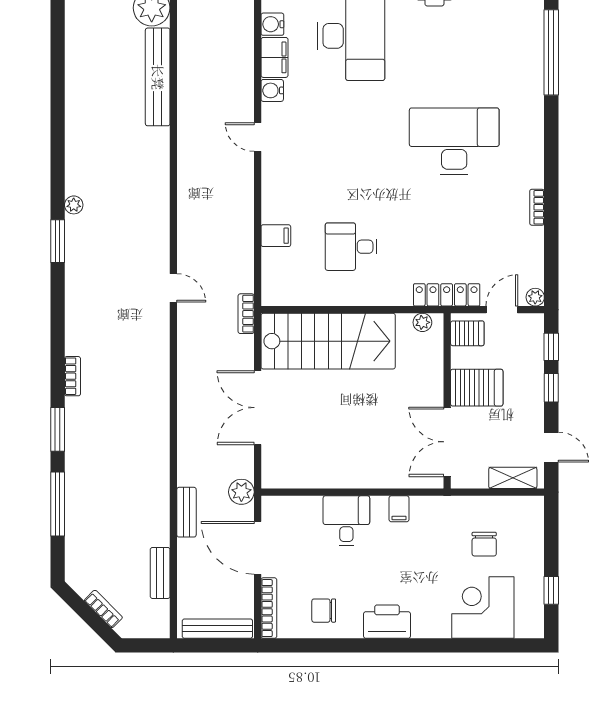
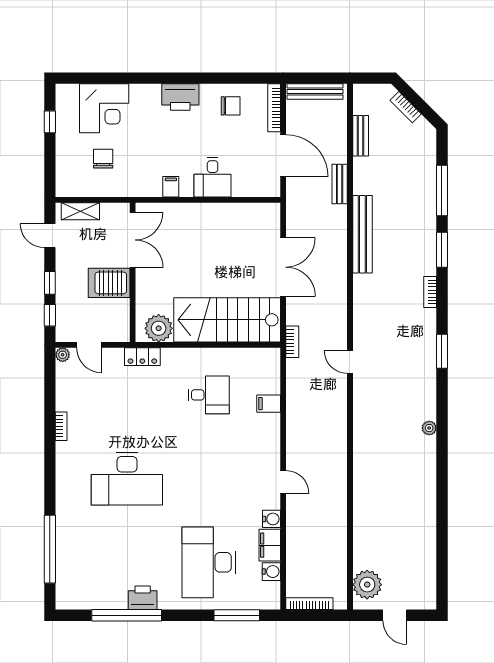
bench: (158, 77) -> (362, 234), moved
window: (58, 241) -> (442, 351), moved
locker: (447, 295) -> (142, 357), width x0.66
door: (502, 310) -> (89, 345), hinge flipped
plant: (422, 322) -> (159, 328), width x1.87, depth x1.87
server rack: (467, 333) -> (117, 326), removed
plant: (241, 492) -> (296, 200), removed

